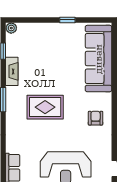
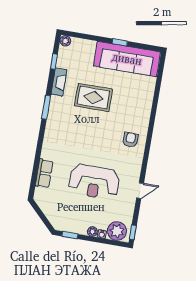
sofa: (98, 59) -> (127, 59), moved, turned -90
rug: (45, 107) -> (93, 97), moved

